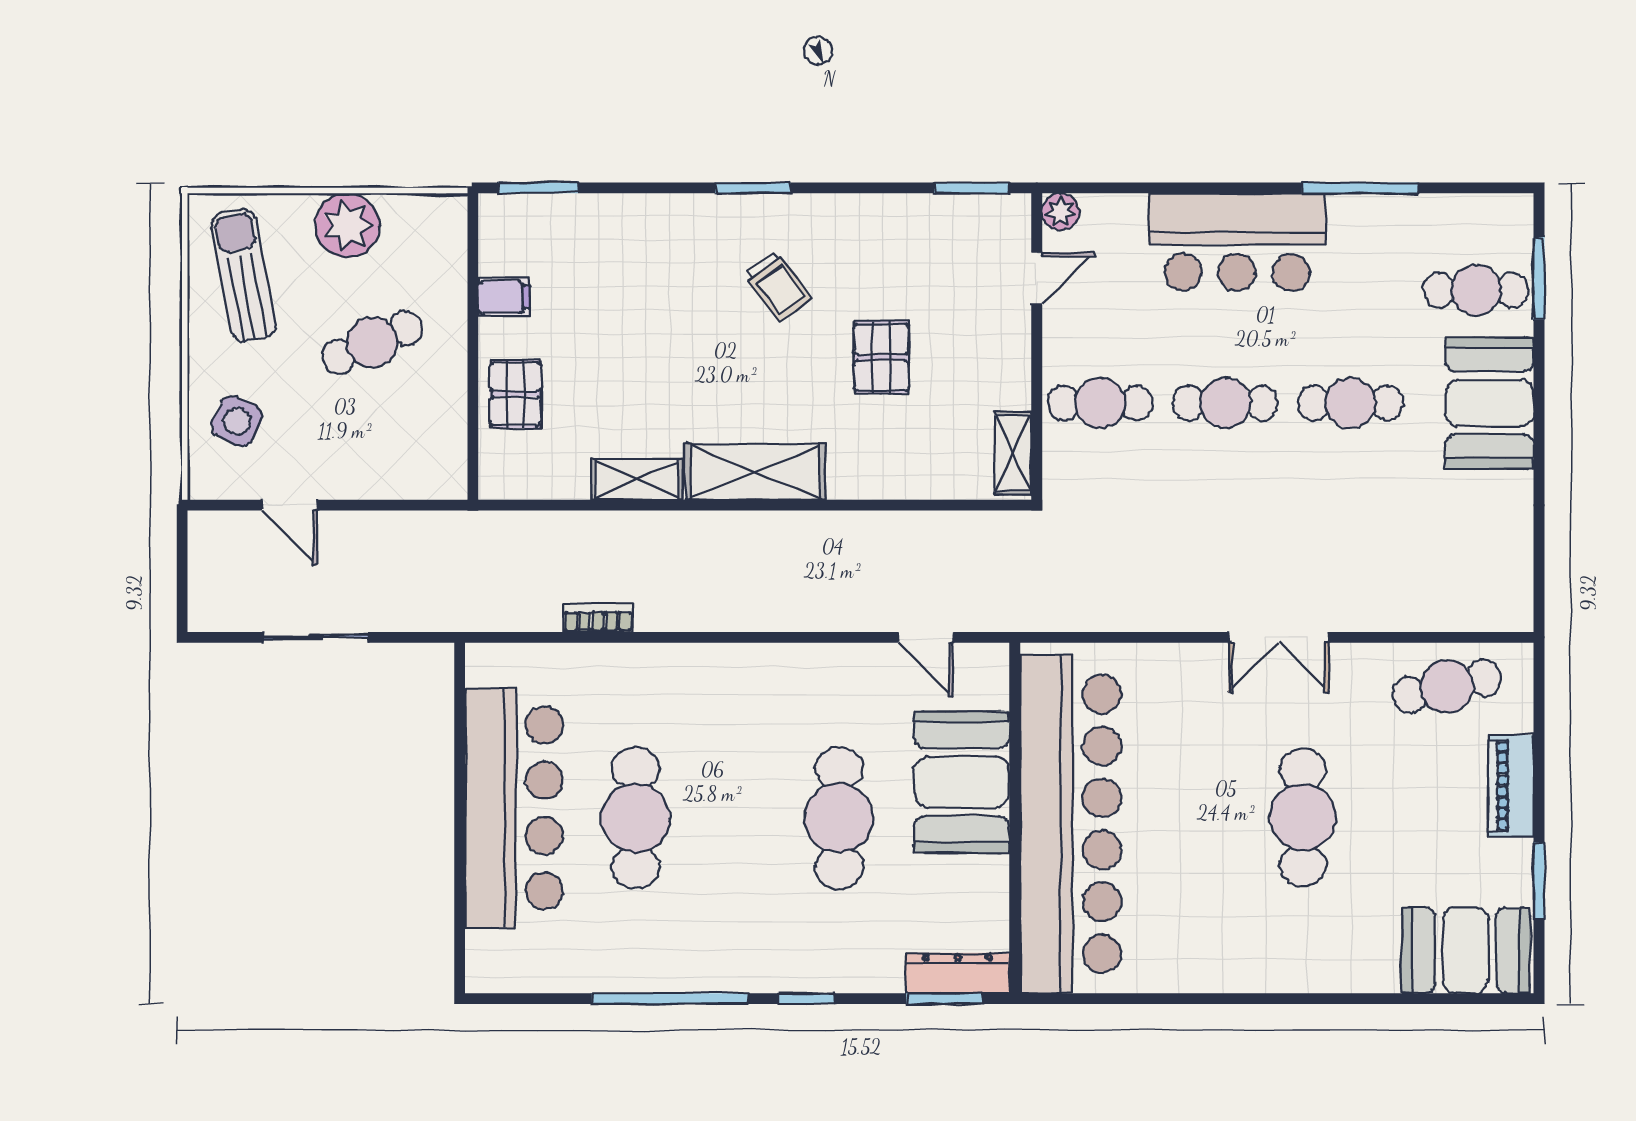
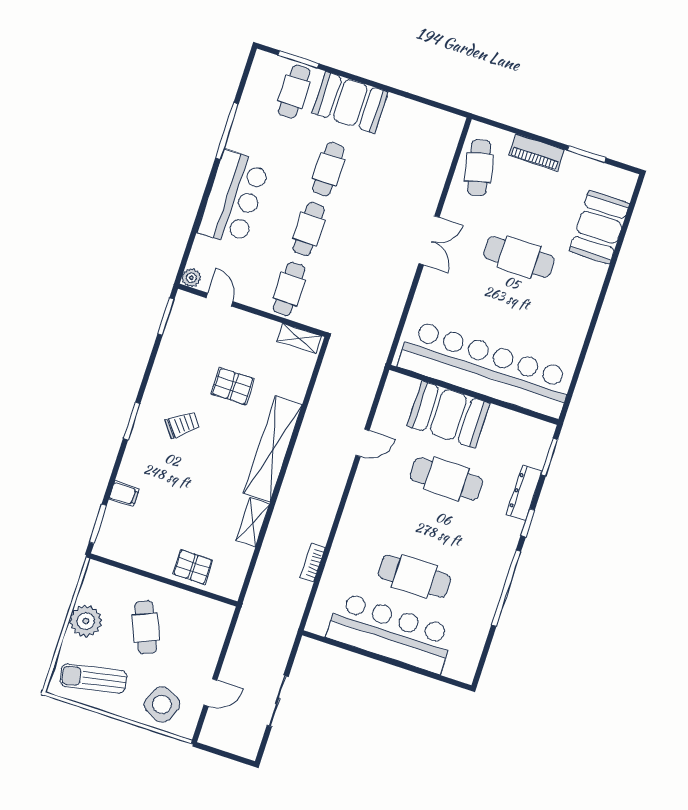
filing cabinet: (504, 297) -> (124, 494), moved, turned 90
side table: (237, 421) -> (162, 704), width x1.37, depth x1.37
shelving: (755, 472) -> (273, 449), width x1.47
door: (926, 637) -> (363, 443), moved
booth: (1466, 950) -> (599, 227), moved
dresser: (958, 973) -> (524, 493), moved

